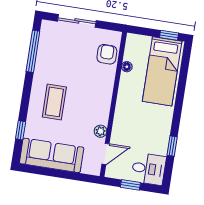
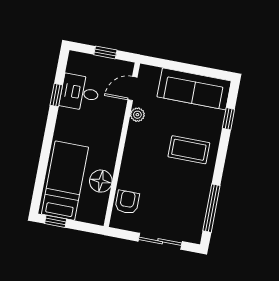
armchair: (107, 54) -> (127, 202), turned 180
floor lamp: (127, 67) -> (101, 181), width x1.89, depth x1.89
coffee table: (54, 102) -> (189, 150), turned 90
desk: (149, 169) -> (80, 93), moved

